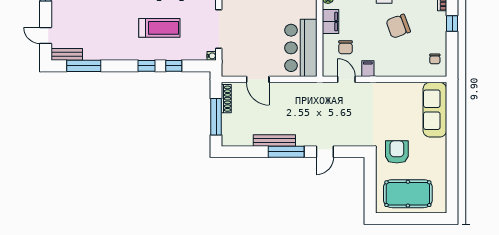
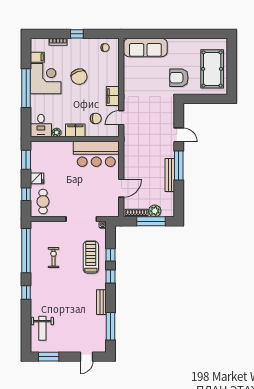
treadmill: (159, 28) -> (91, 257), moved
bench: (67, 54) -> (101, 302), moved
filing cabinet: (368, 69) -> (113, 96), width x2.00
plant: (229, 122) -> (155, 211), added

